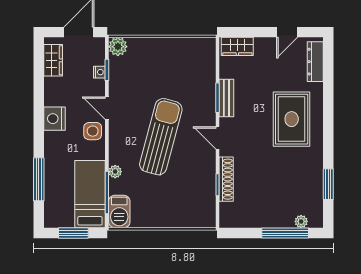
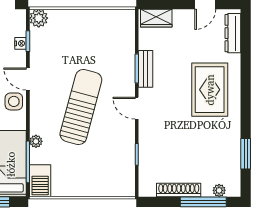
shoe rack: (226, 179) -> (179, 190), moved, turned -90

